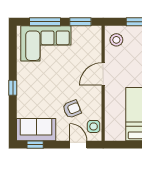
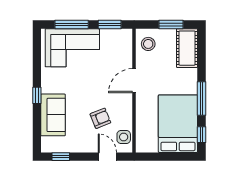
sofa: (36, 130) -> (53, 115), moved, turned 90

